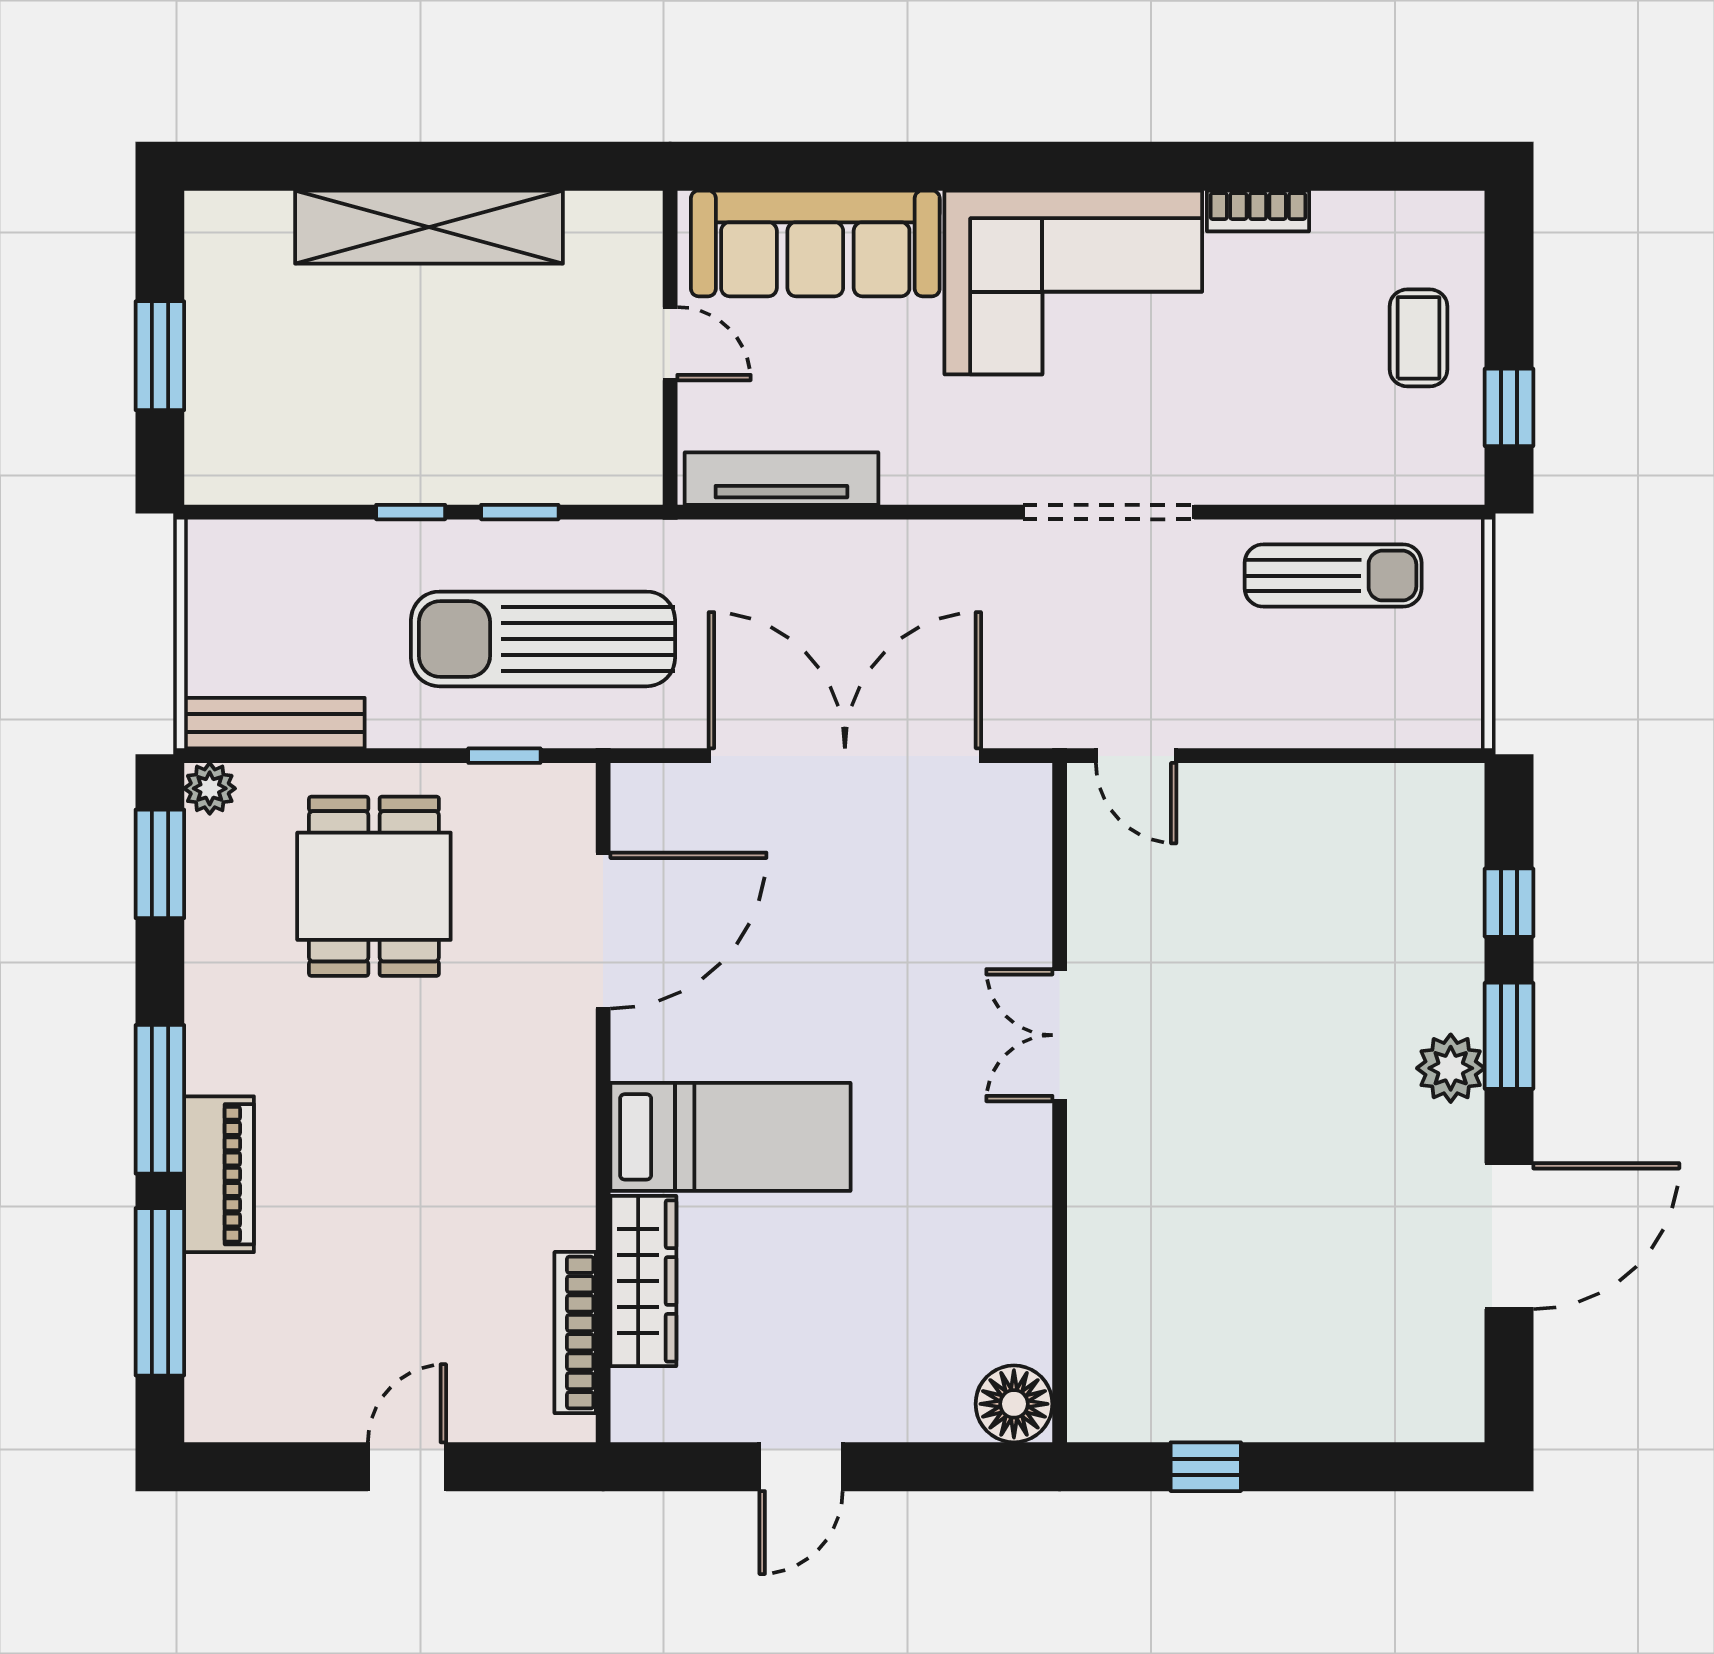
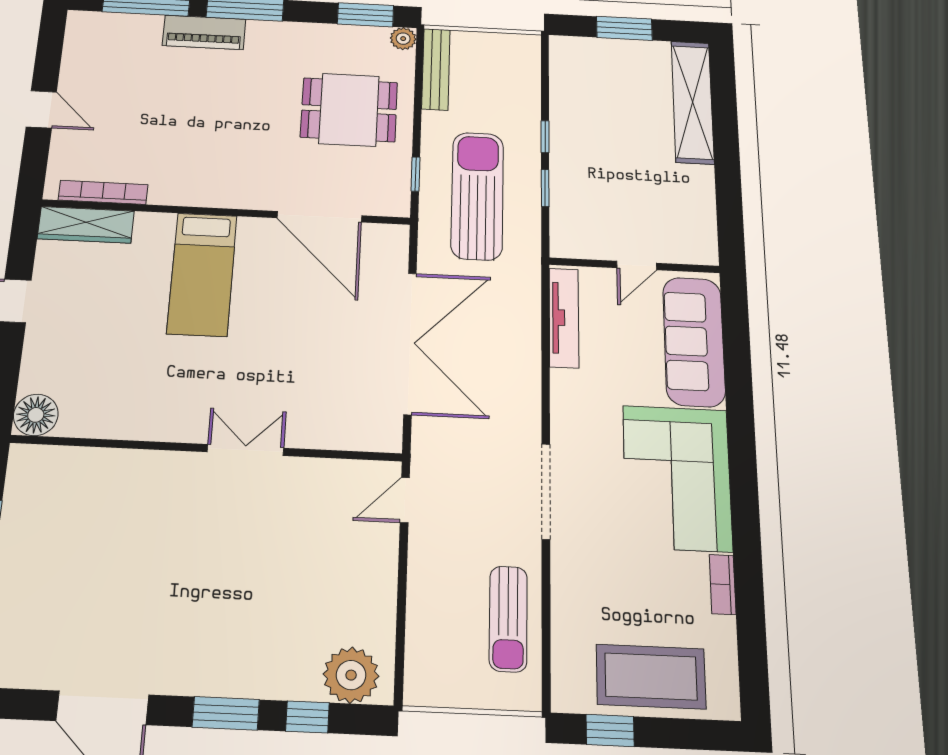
shelving: (429, 227) -> (693, 102), moved
coffee table: (1418, 338) -> (651, 676), width x1.86, depth x1.72
plant: (1451, 1068) -> (351, 675), moved, width x1.36, depth x1.36
wardrobe: (643, 1281) -> (86, 225), moved

